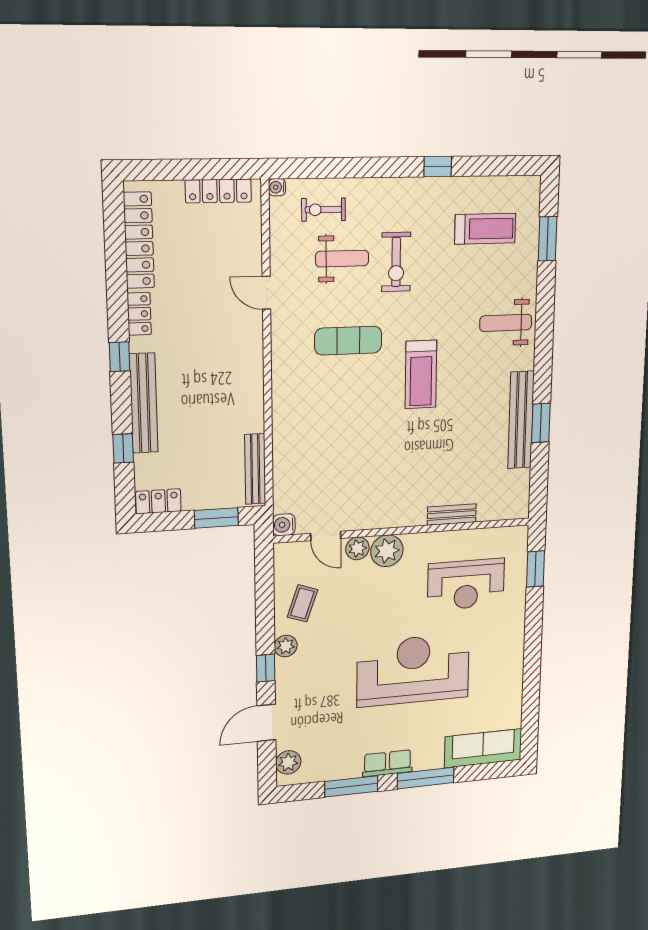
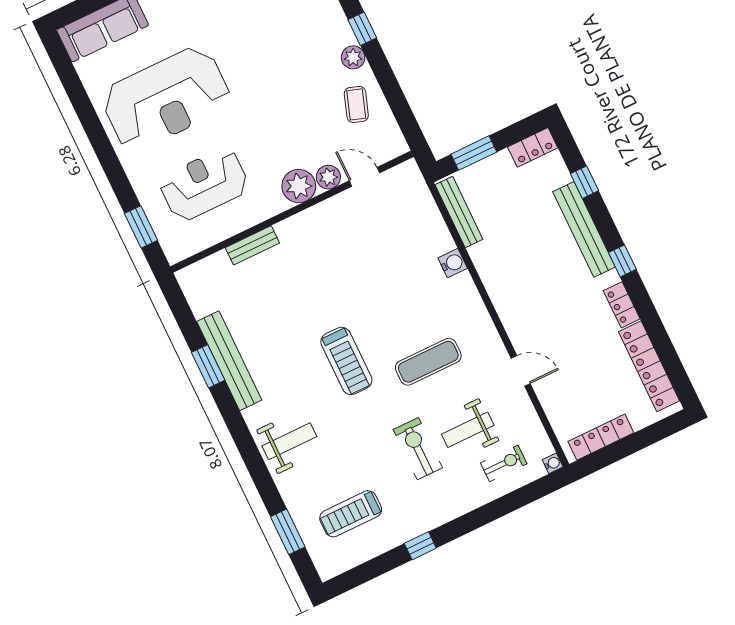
treadmill: (421, 374) -> (346, 361), turned 180
water cooler: (284, 525) -> (453, 263), moved
reception desk: (413, 670) -> (166, 99), moved

